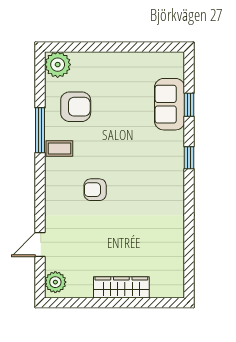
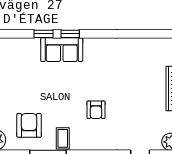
sofa: (170, 104) -> (62, 50), moved
window: (189, 105) -> (43, 34), moved

